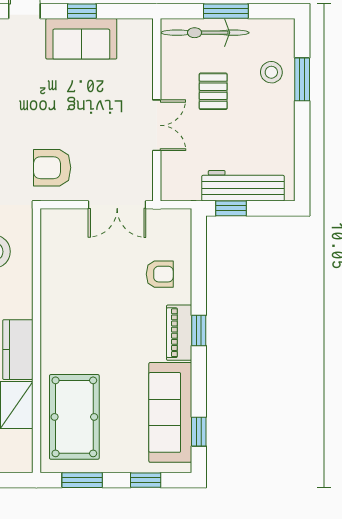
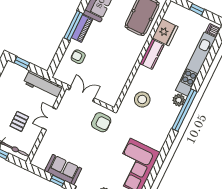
workbench: (243, 186) -> (43, 85), moved
window: (231, 208) -> (22, 63), moved
window: (199, 330) -> (73, 26), width x2.17

